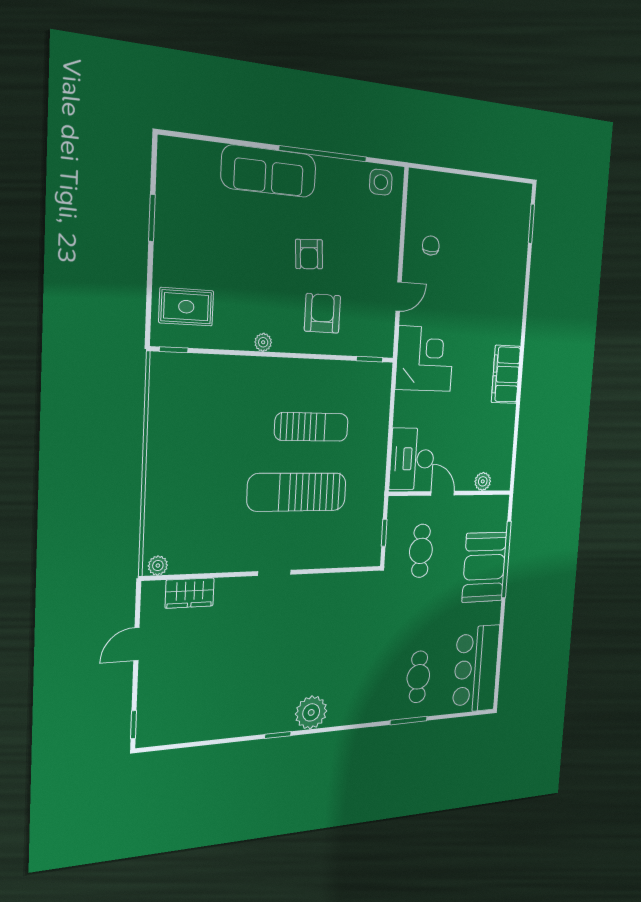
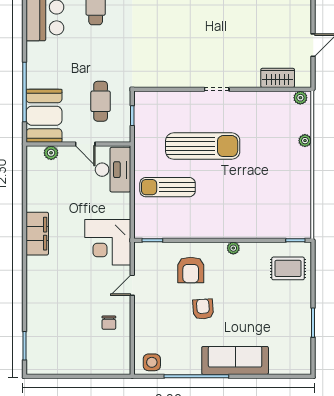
sun lounger: (312, 427) -> (168, 187), moved
plant: (154, 502) -> (305, 141), added
booth: (484, 567) -> (44, 116), moved

